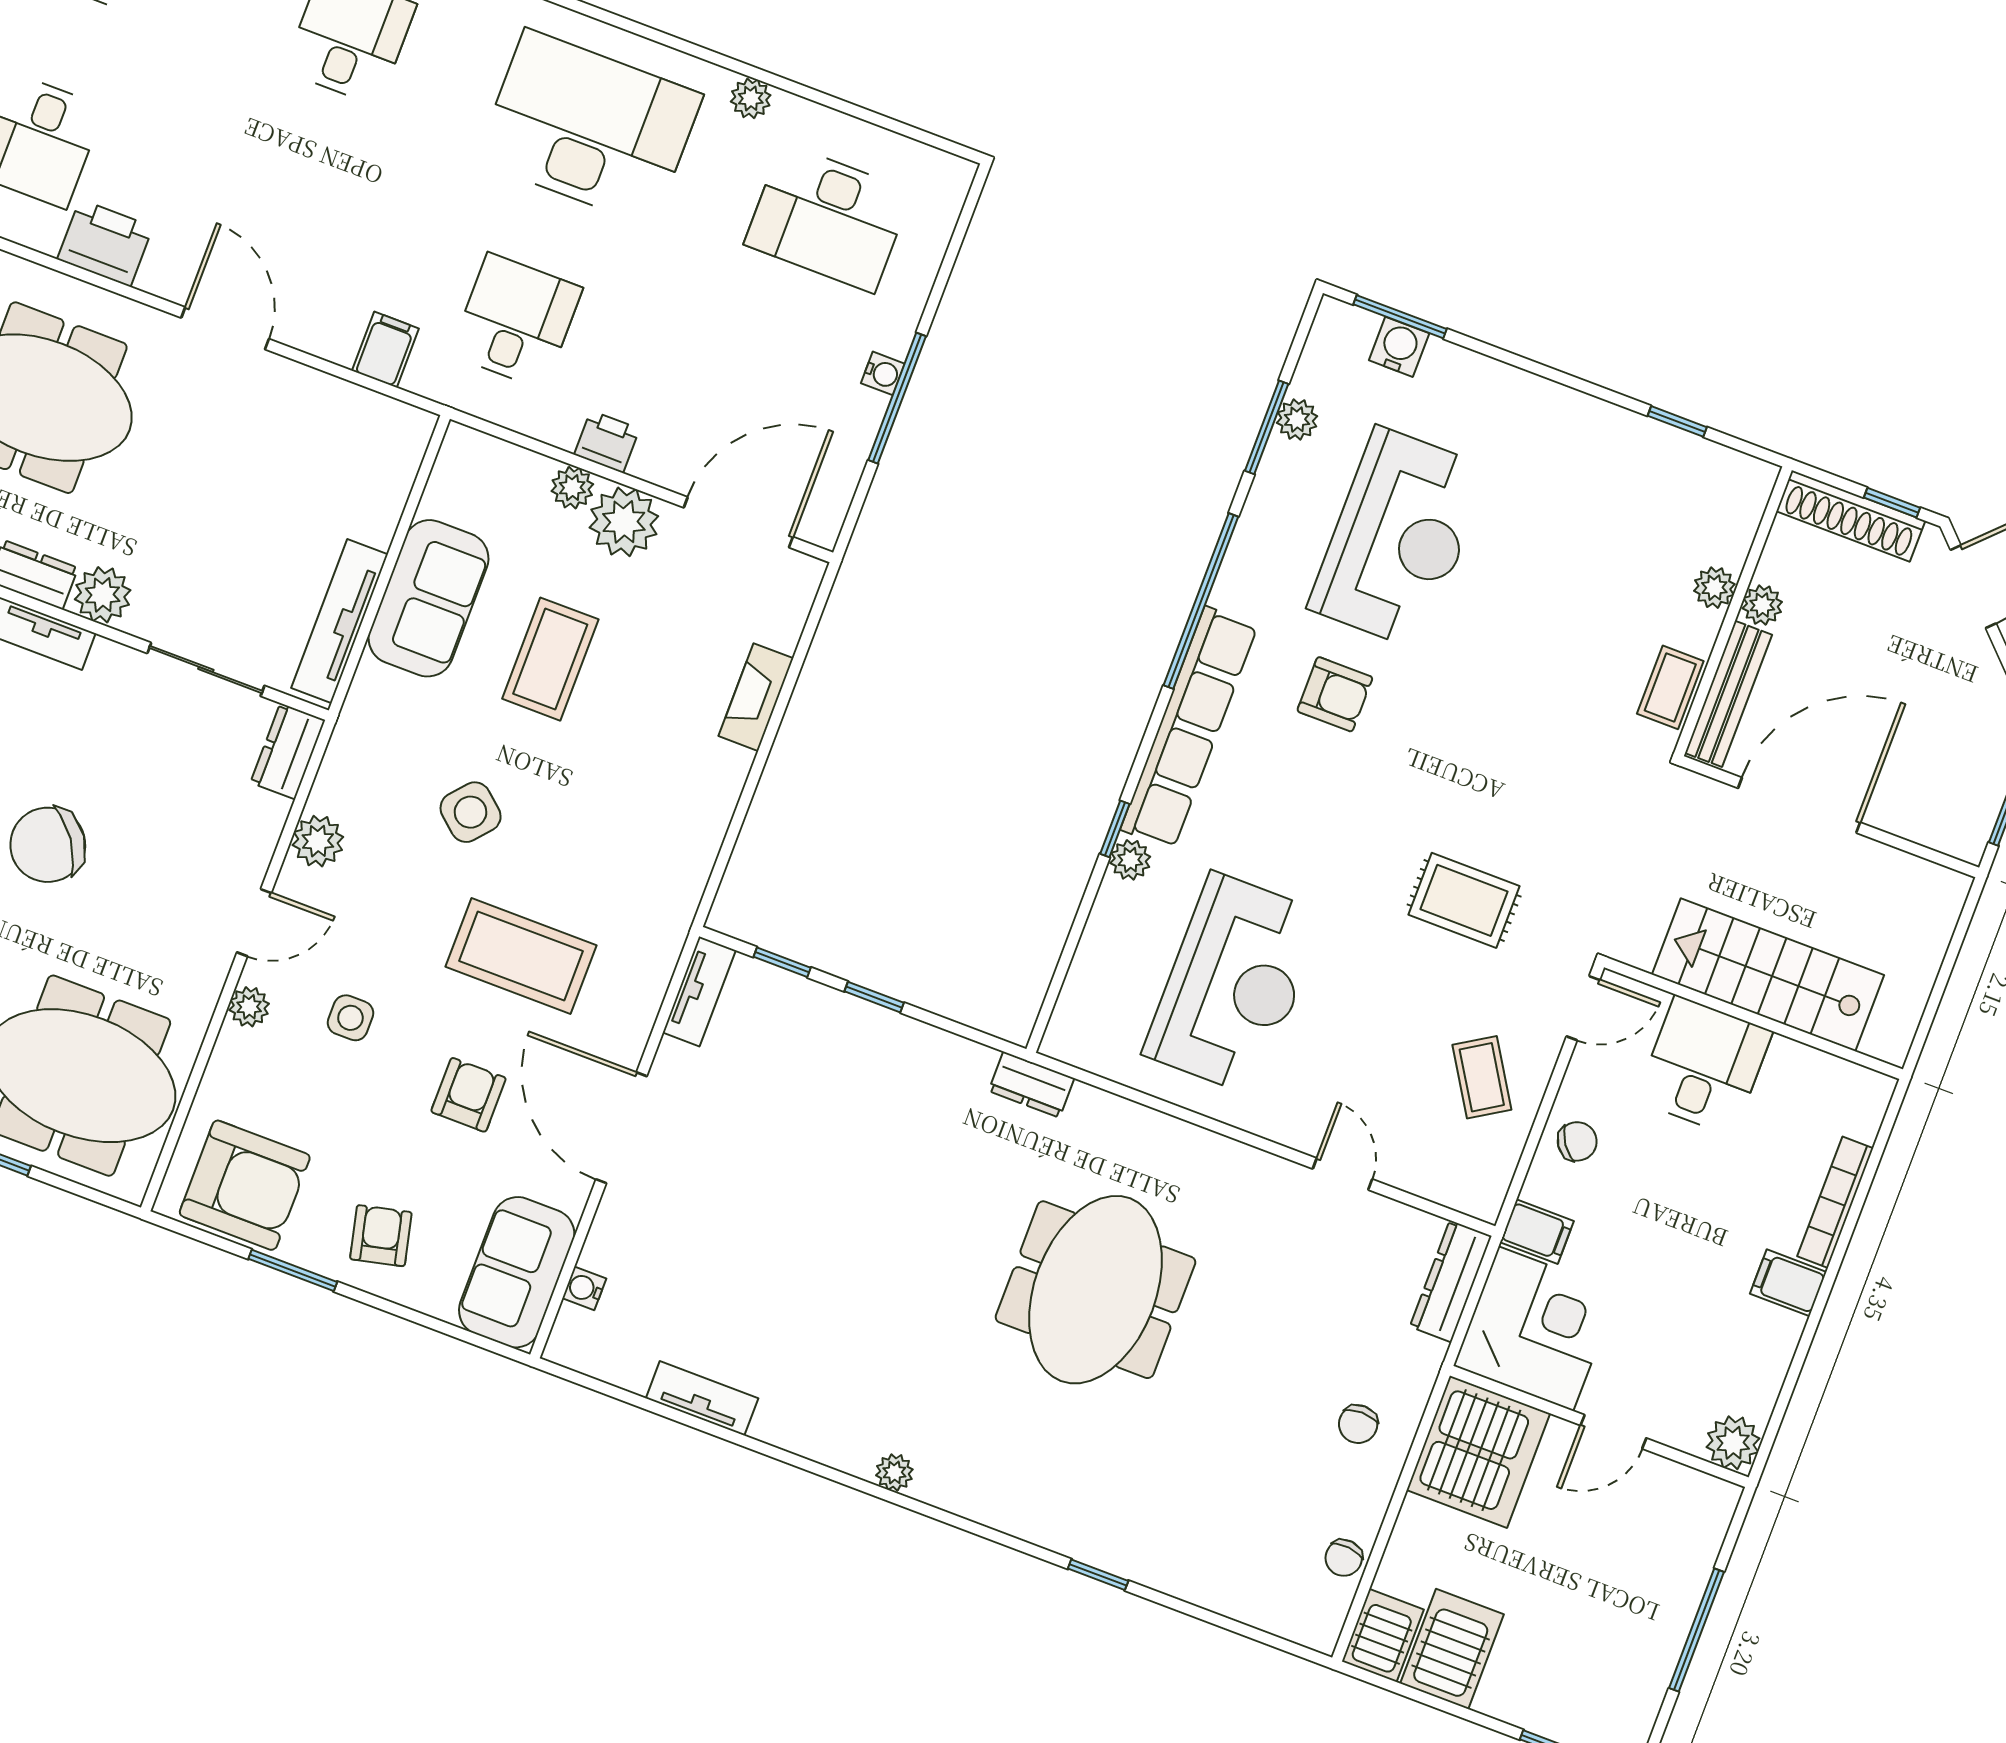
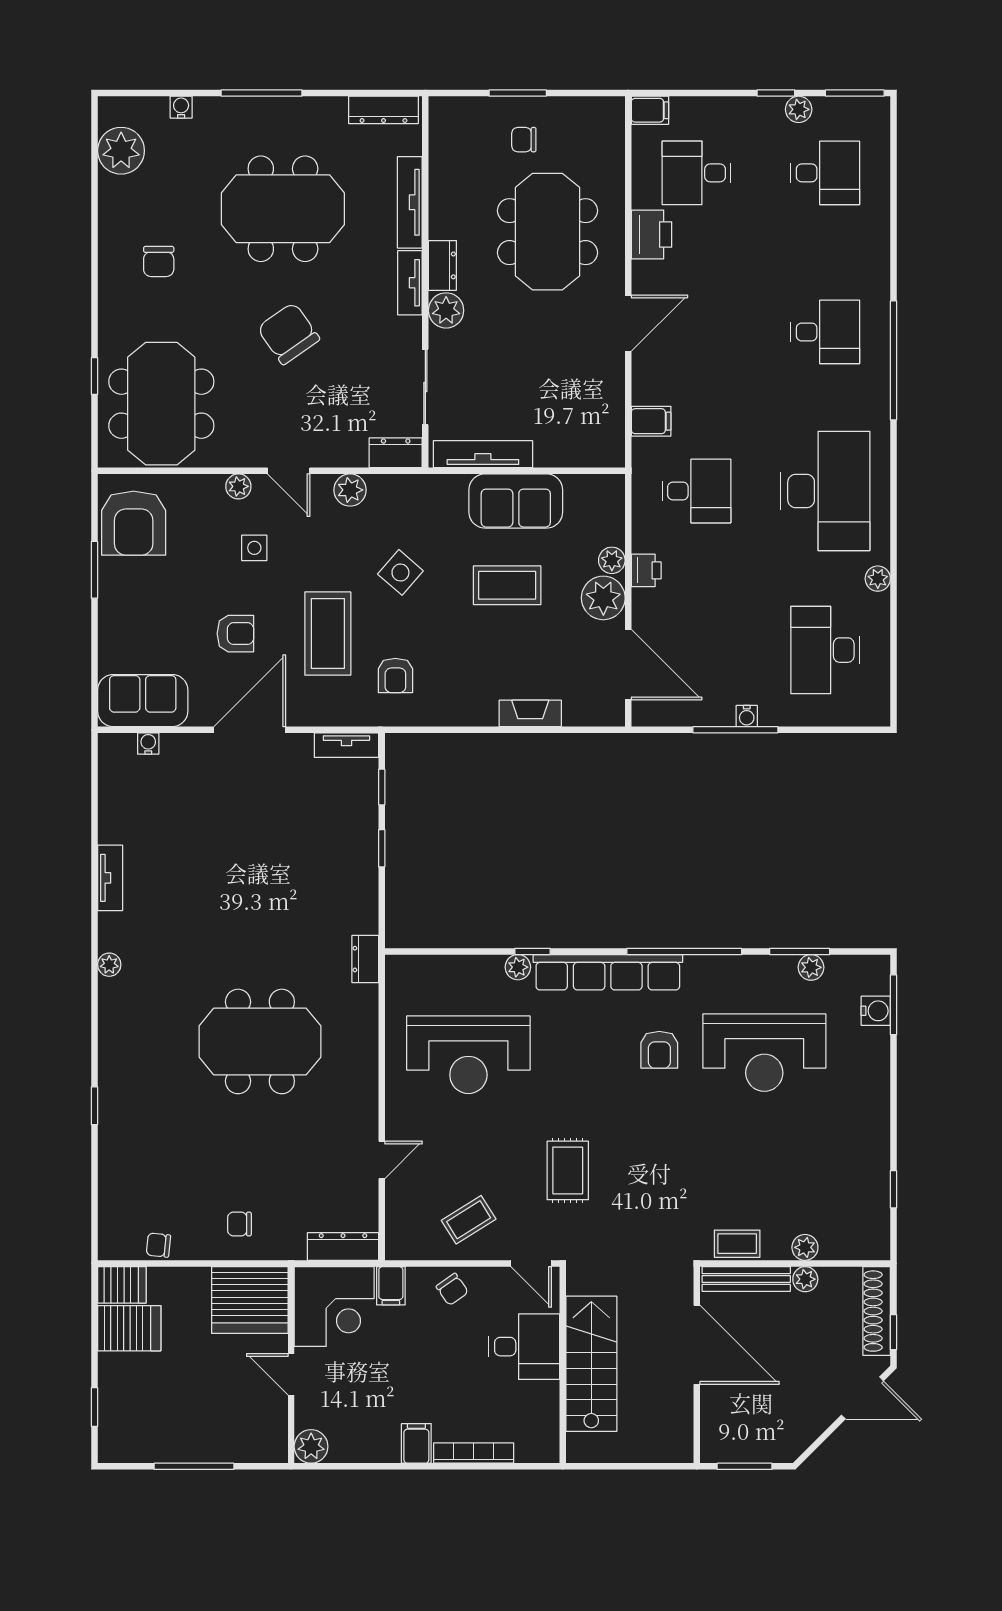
armchair: (381, 1236) -> (395, 675), moved, turned 103
tv unit: (702, 1398) -> (110, 878), moved

